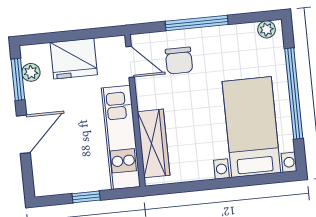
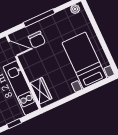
window: (294, 94) -> (100, 36), removed
wardrobe: (154, 143) -> (41, 91), width x0.67

